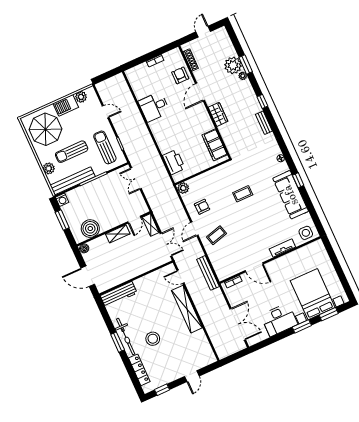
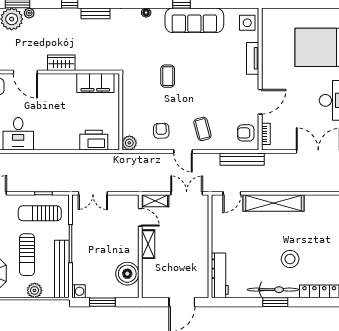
boiler: (84, 248) -> (147, 291), removed
armchair: (228, 267) -> (246, 133), added

